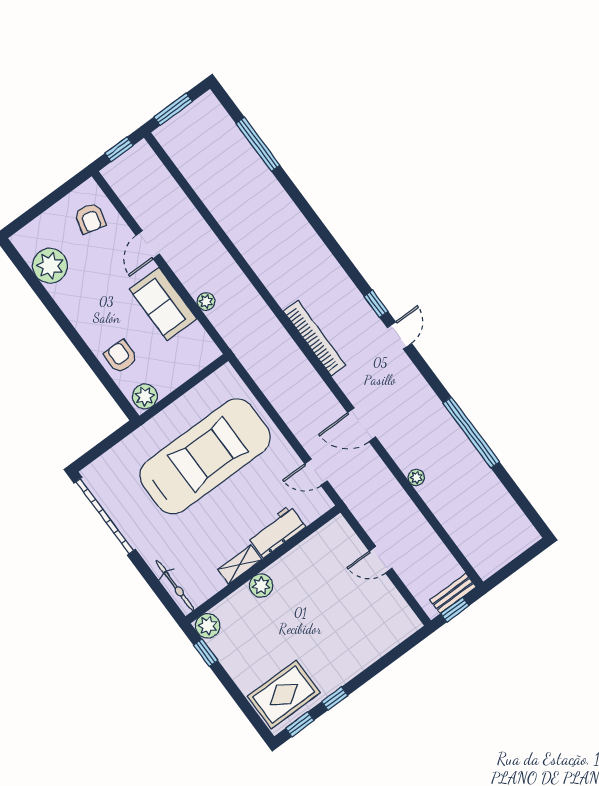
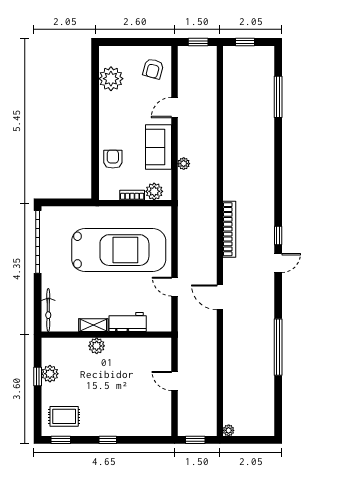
window: (173, 109) -> (245, 42), width x0.67
bookcase: (174, 382) -> (132, 195), added
plant: (145, 396) -> (154, 191), moved
door: (316, 472) -> (174, 287), moved
plant: (416, 477) -> (229, 430), moved
bench: (453, 593) -> (201, 430), removed
plant: (208, 626) -> (50, 374), moved
window: (206, 653) -> (38, 377), moved
rug: (284, 694) -> (64, 416), width x0.73, depth x0.70
window: (335, 699) -> (108, 440), moved

